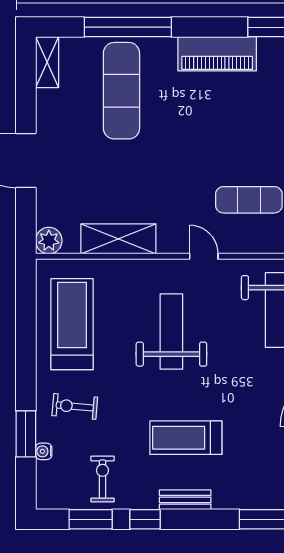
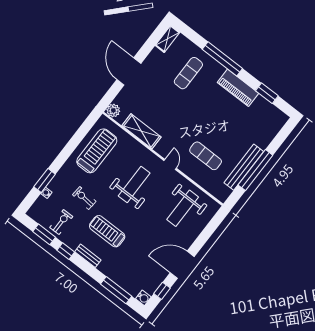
window: (128, 27) -> (222, 59), moved
exercise mat: (121, 91) -> (188, 73), width x0.73, depth x0.69
exercise bike: (75, 406) -> (84, 198), moved

